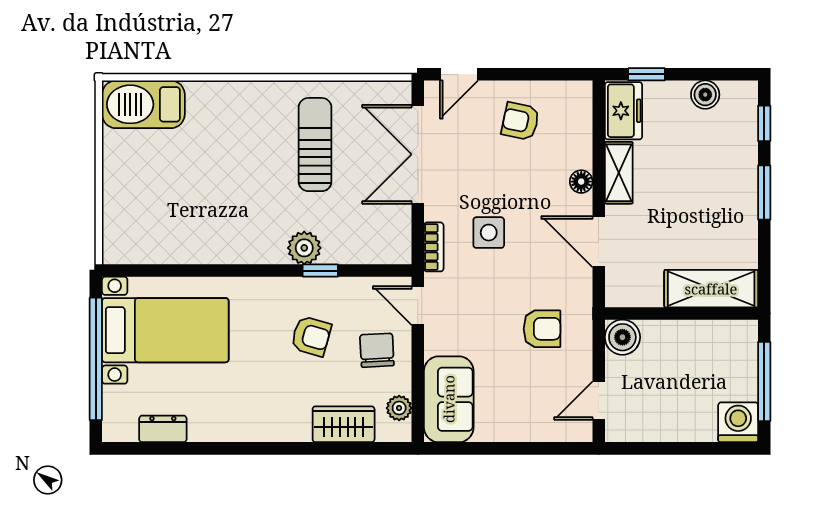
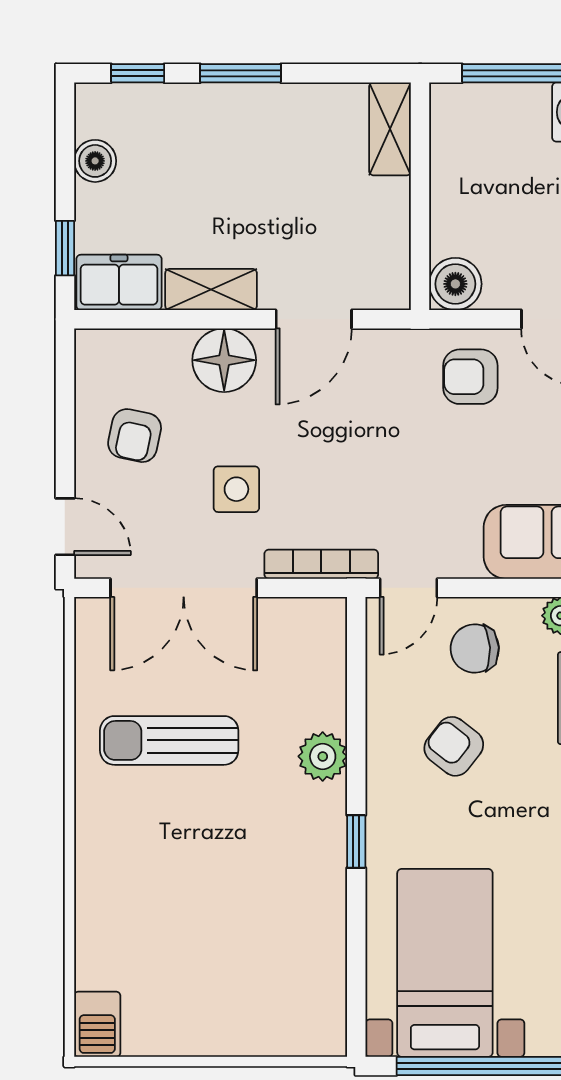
barbecue: (143, 104) -> (97, 1024), width x0.53, depth x0.65
floor lamp: (581, 182) -> (224, 360), width x1.89, depth x1.89
side table: (489, 233) -> (236, 489), moved
bookcase: (434, 247) -> (321, 564), width x1.56
window: (320, 271) -> (356, 842), moved
shelving: (711, 289) -> (390, 129), width x0.67, depth x0.75
armchair: (542, 329) -> (470, 377), moved, turned -90
armchair: (311, 336) -> (454, 746), turned -68

